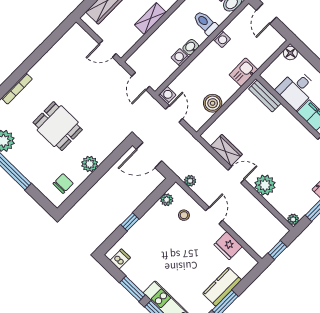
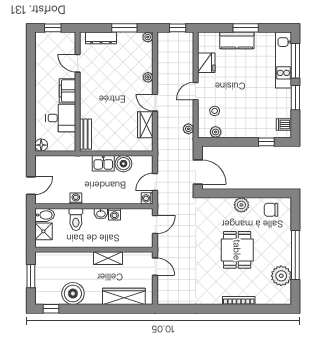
kitchen sink: (243, 72) -> (103, 163), moved
plant: (265, 185) -> (148, 77), width x0.53, depth x0.53
window: (130, 222) -> (266, 142), moved

